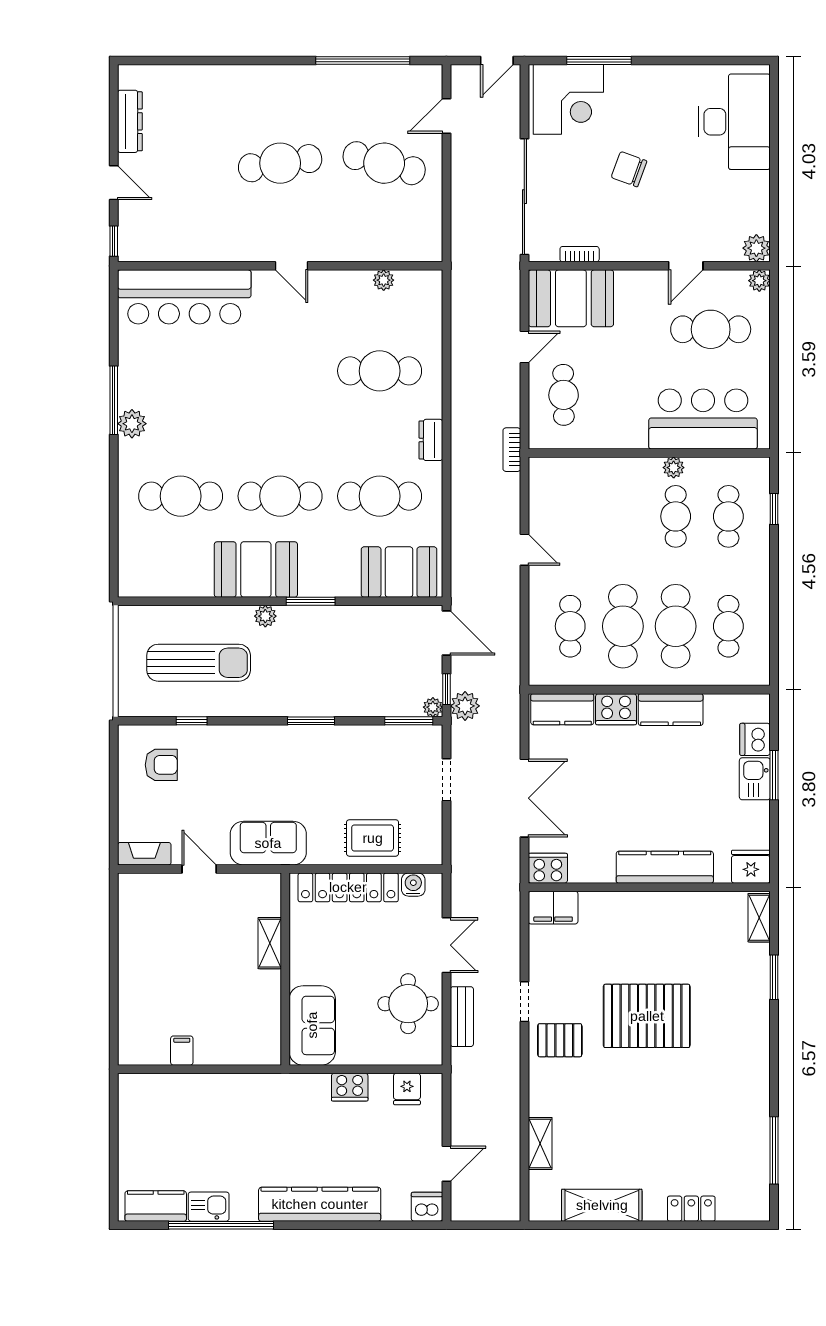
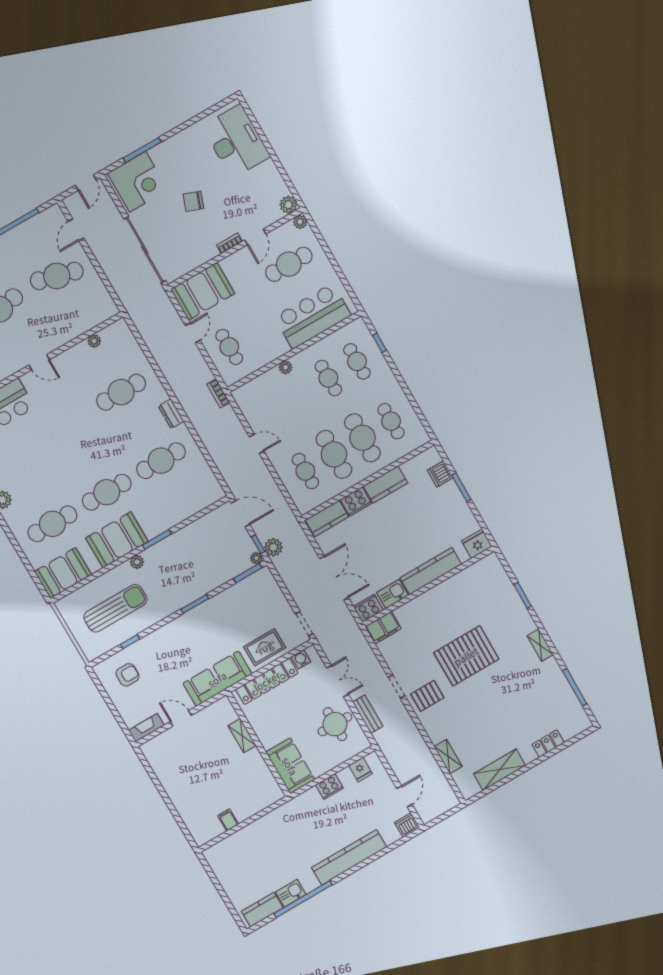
bookcase: (580, 254) -> (230, 243), moved
plant: (674, 468) -> (286, 367), moved
booth: (399, 572) -> (63, 573), moved
kitchen sink: (755, 779) -> (393, 594), moved, turned 90
doorway: (446, 780) -> (304, 624), moved
sofa: (268, 843) -> (217, 679), width x1.36
shelving: (759, 918) -> (540, 645), moved

